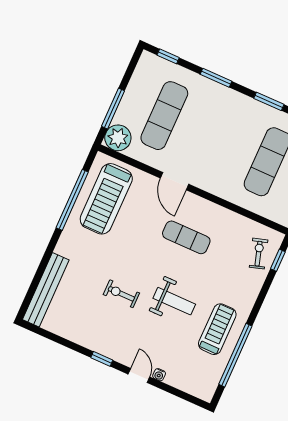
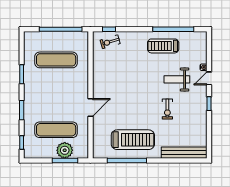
plant: (118, 138) -> (65, 150), moved
treadmill: (106, 199) -> (133, 140), moved
exercise mat: (186, 237) -> (119, 87), removed
weight bench: (174, 301) -> (177, 79), moved, turned -90

